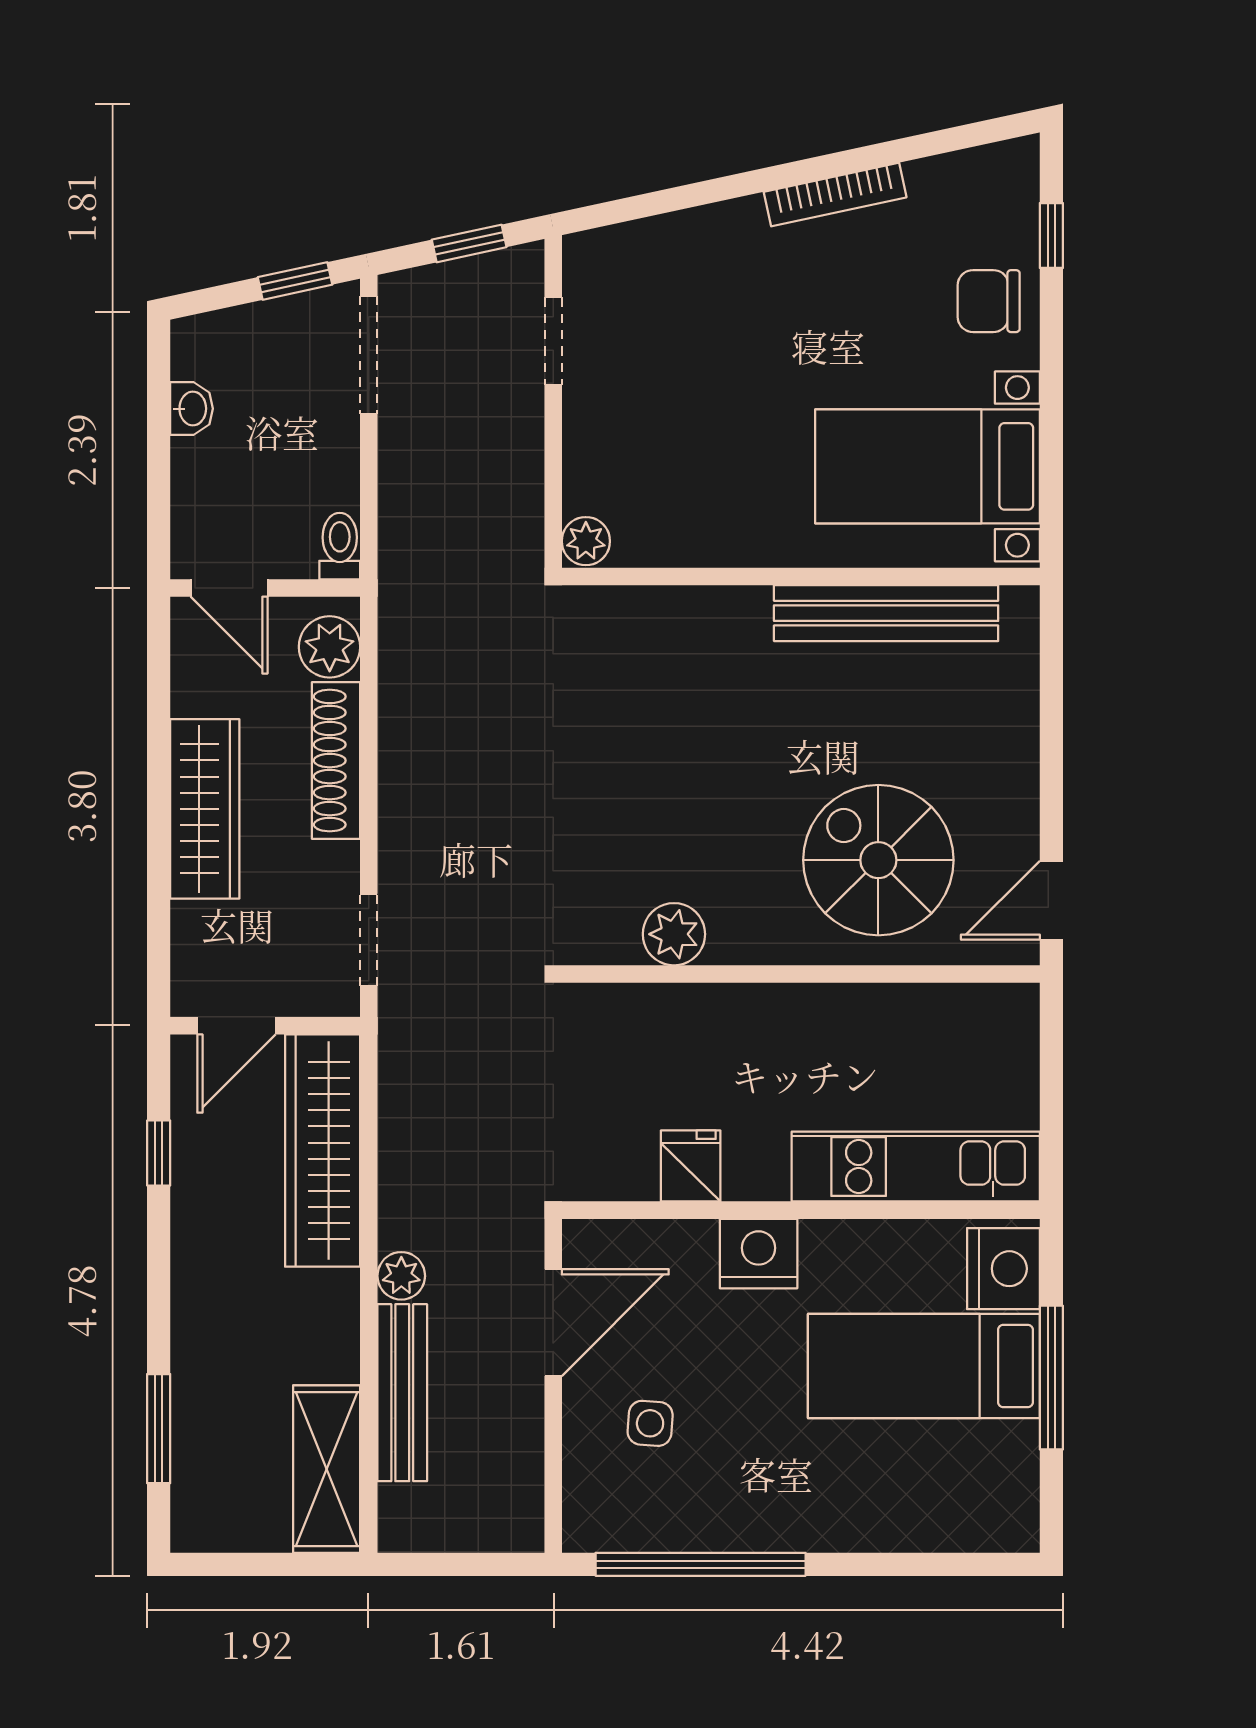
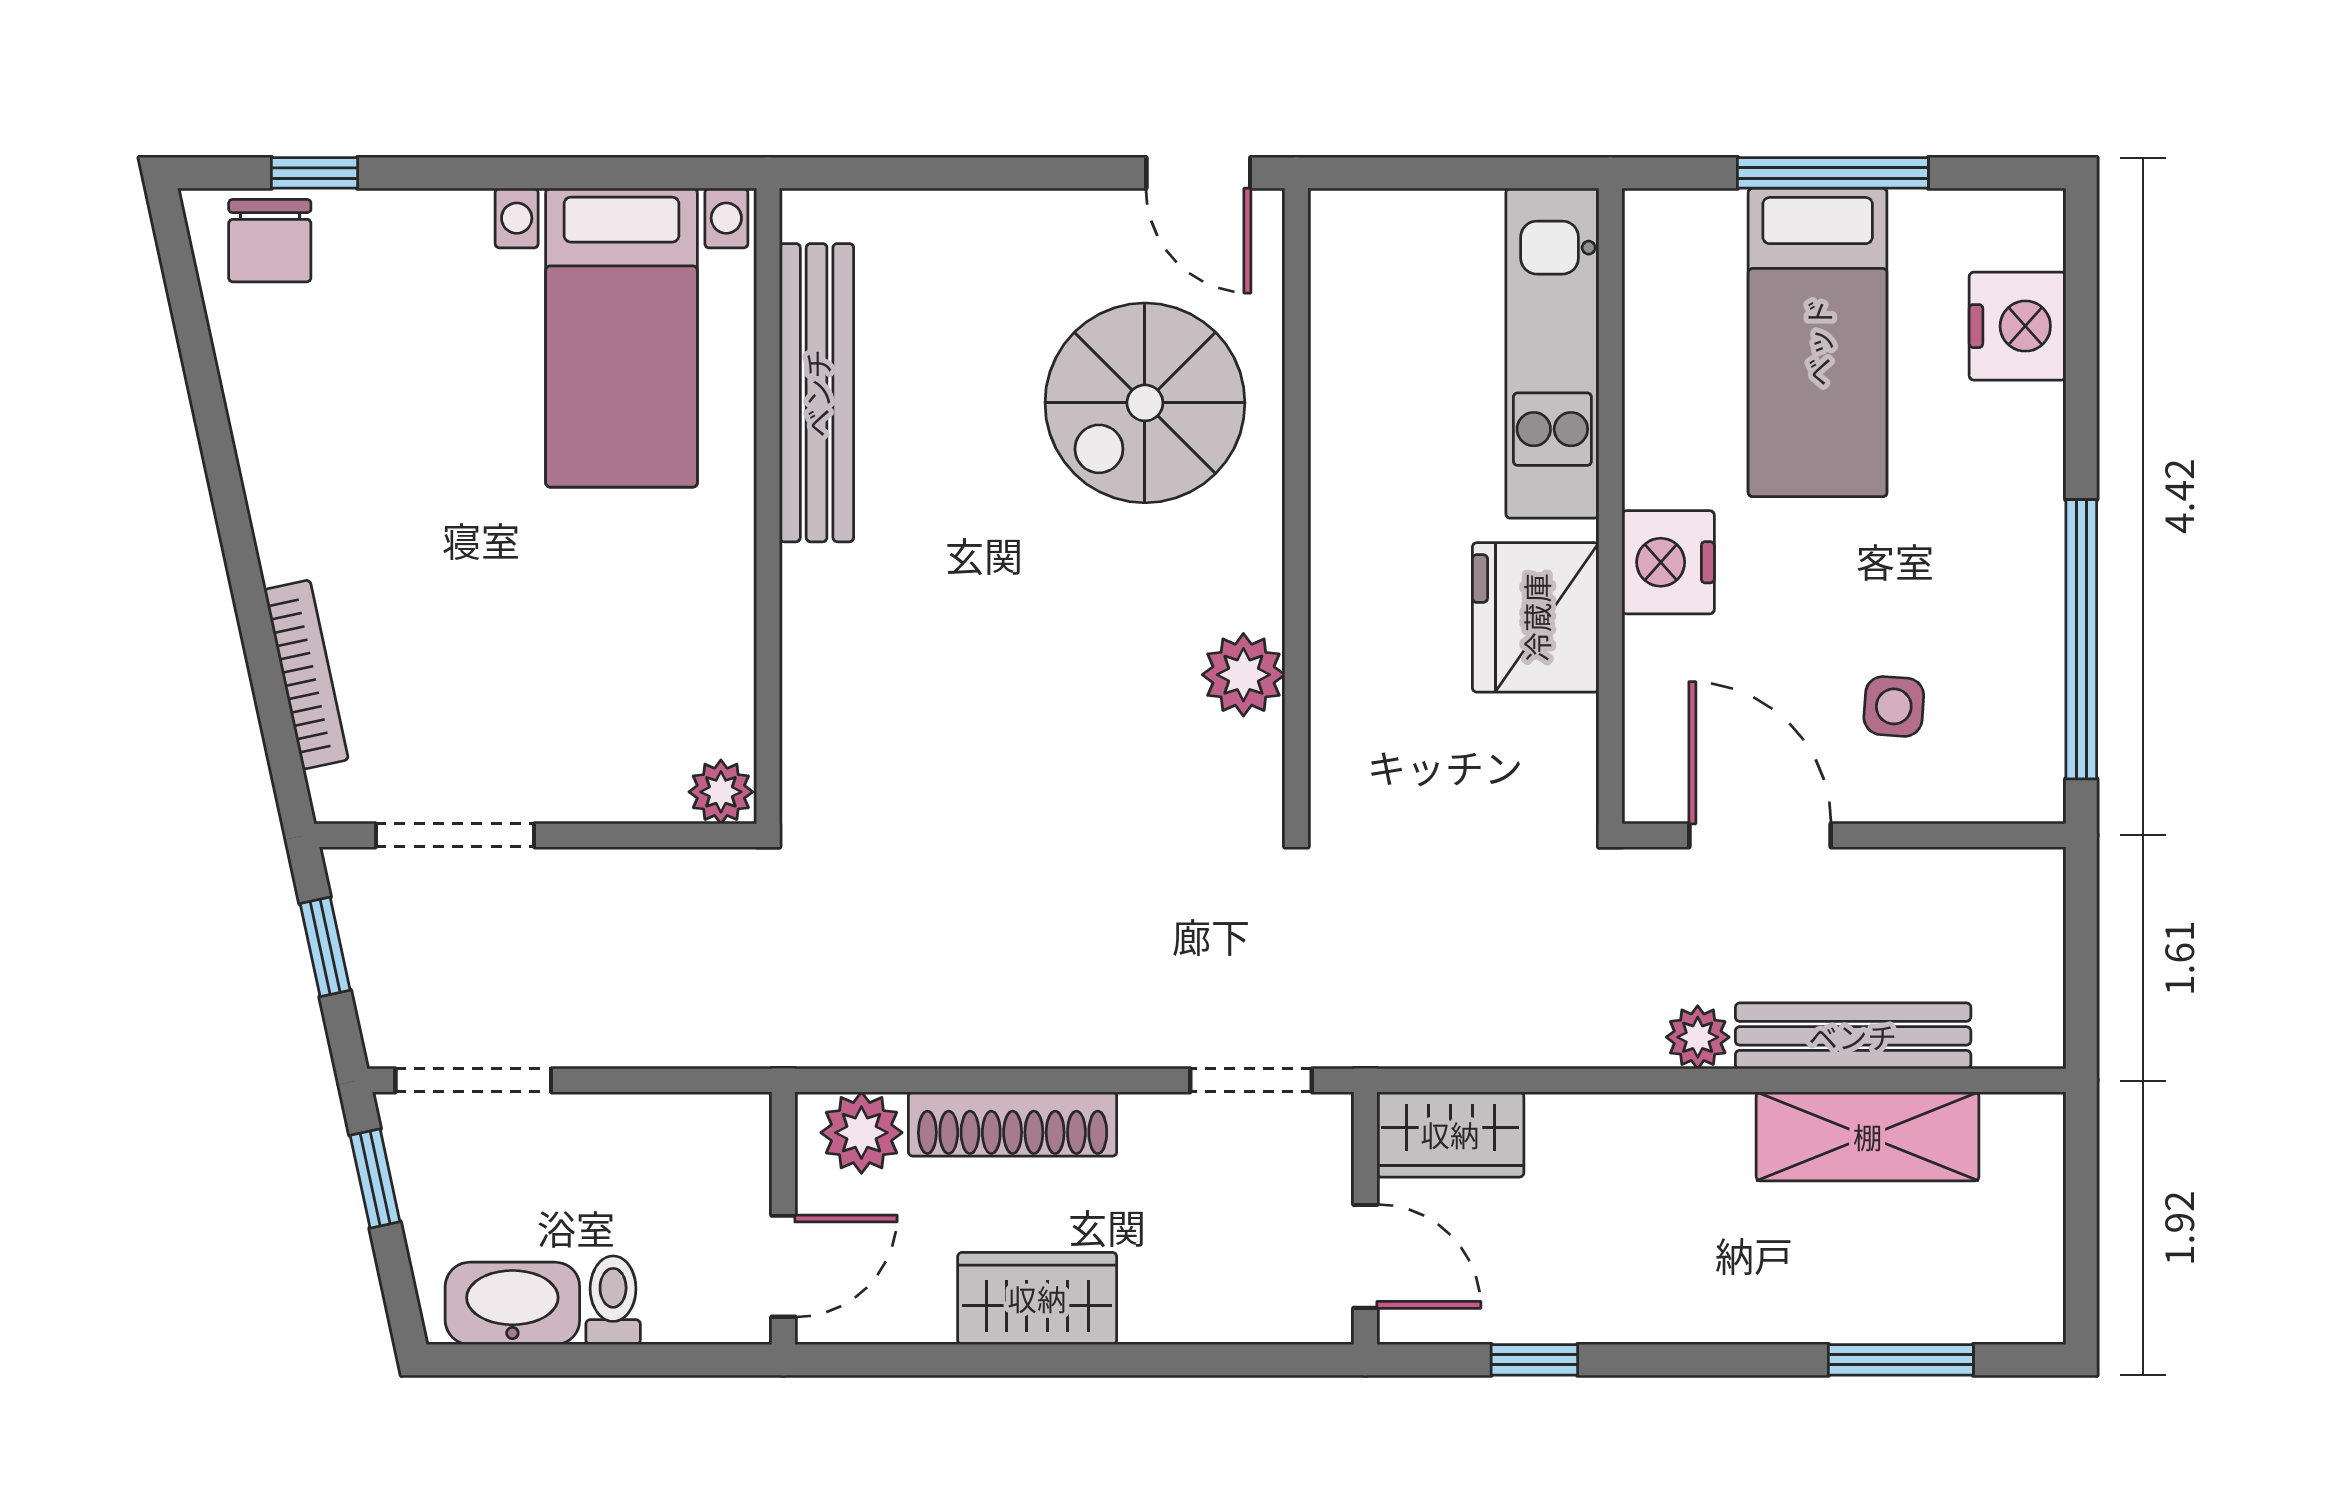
bookcase: (835, 195) -> (306, 675), moved
chair: (989, 301) -> (270, 241), moved
doorway: (553, 341) -> (455, 835), width x1.38
washbasin: (192, 409) -> (512, 1303), width x1.91, depth x1.45
toilet: (340, 546) -> (613, 1300), moved, turned 90
wardrobe: (205, 809) -> (1037, 1298), width x0.67
wardrobe: (323, 1151) -> (1450, 1134), width x0.48, depth x0.85
fridge: (691, 1166) -> (1536, 617), width x1.88, depth x1.34
nightstand: (1003, 1269) -> (2018, 326), moved, turned 90
shelving: (327, 1469) -> (1868, 1136), moved

